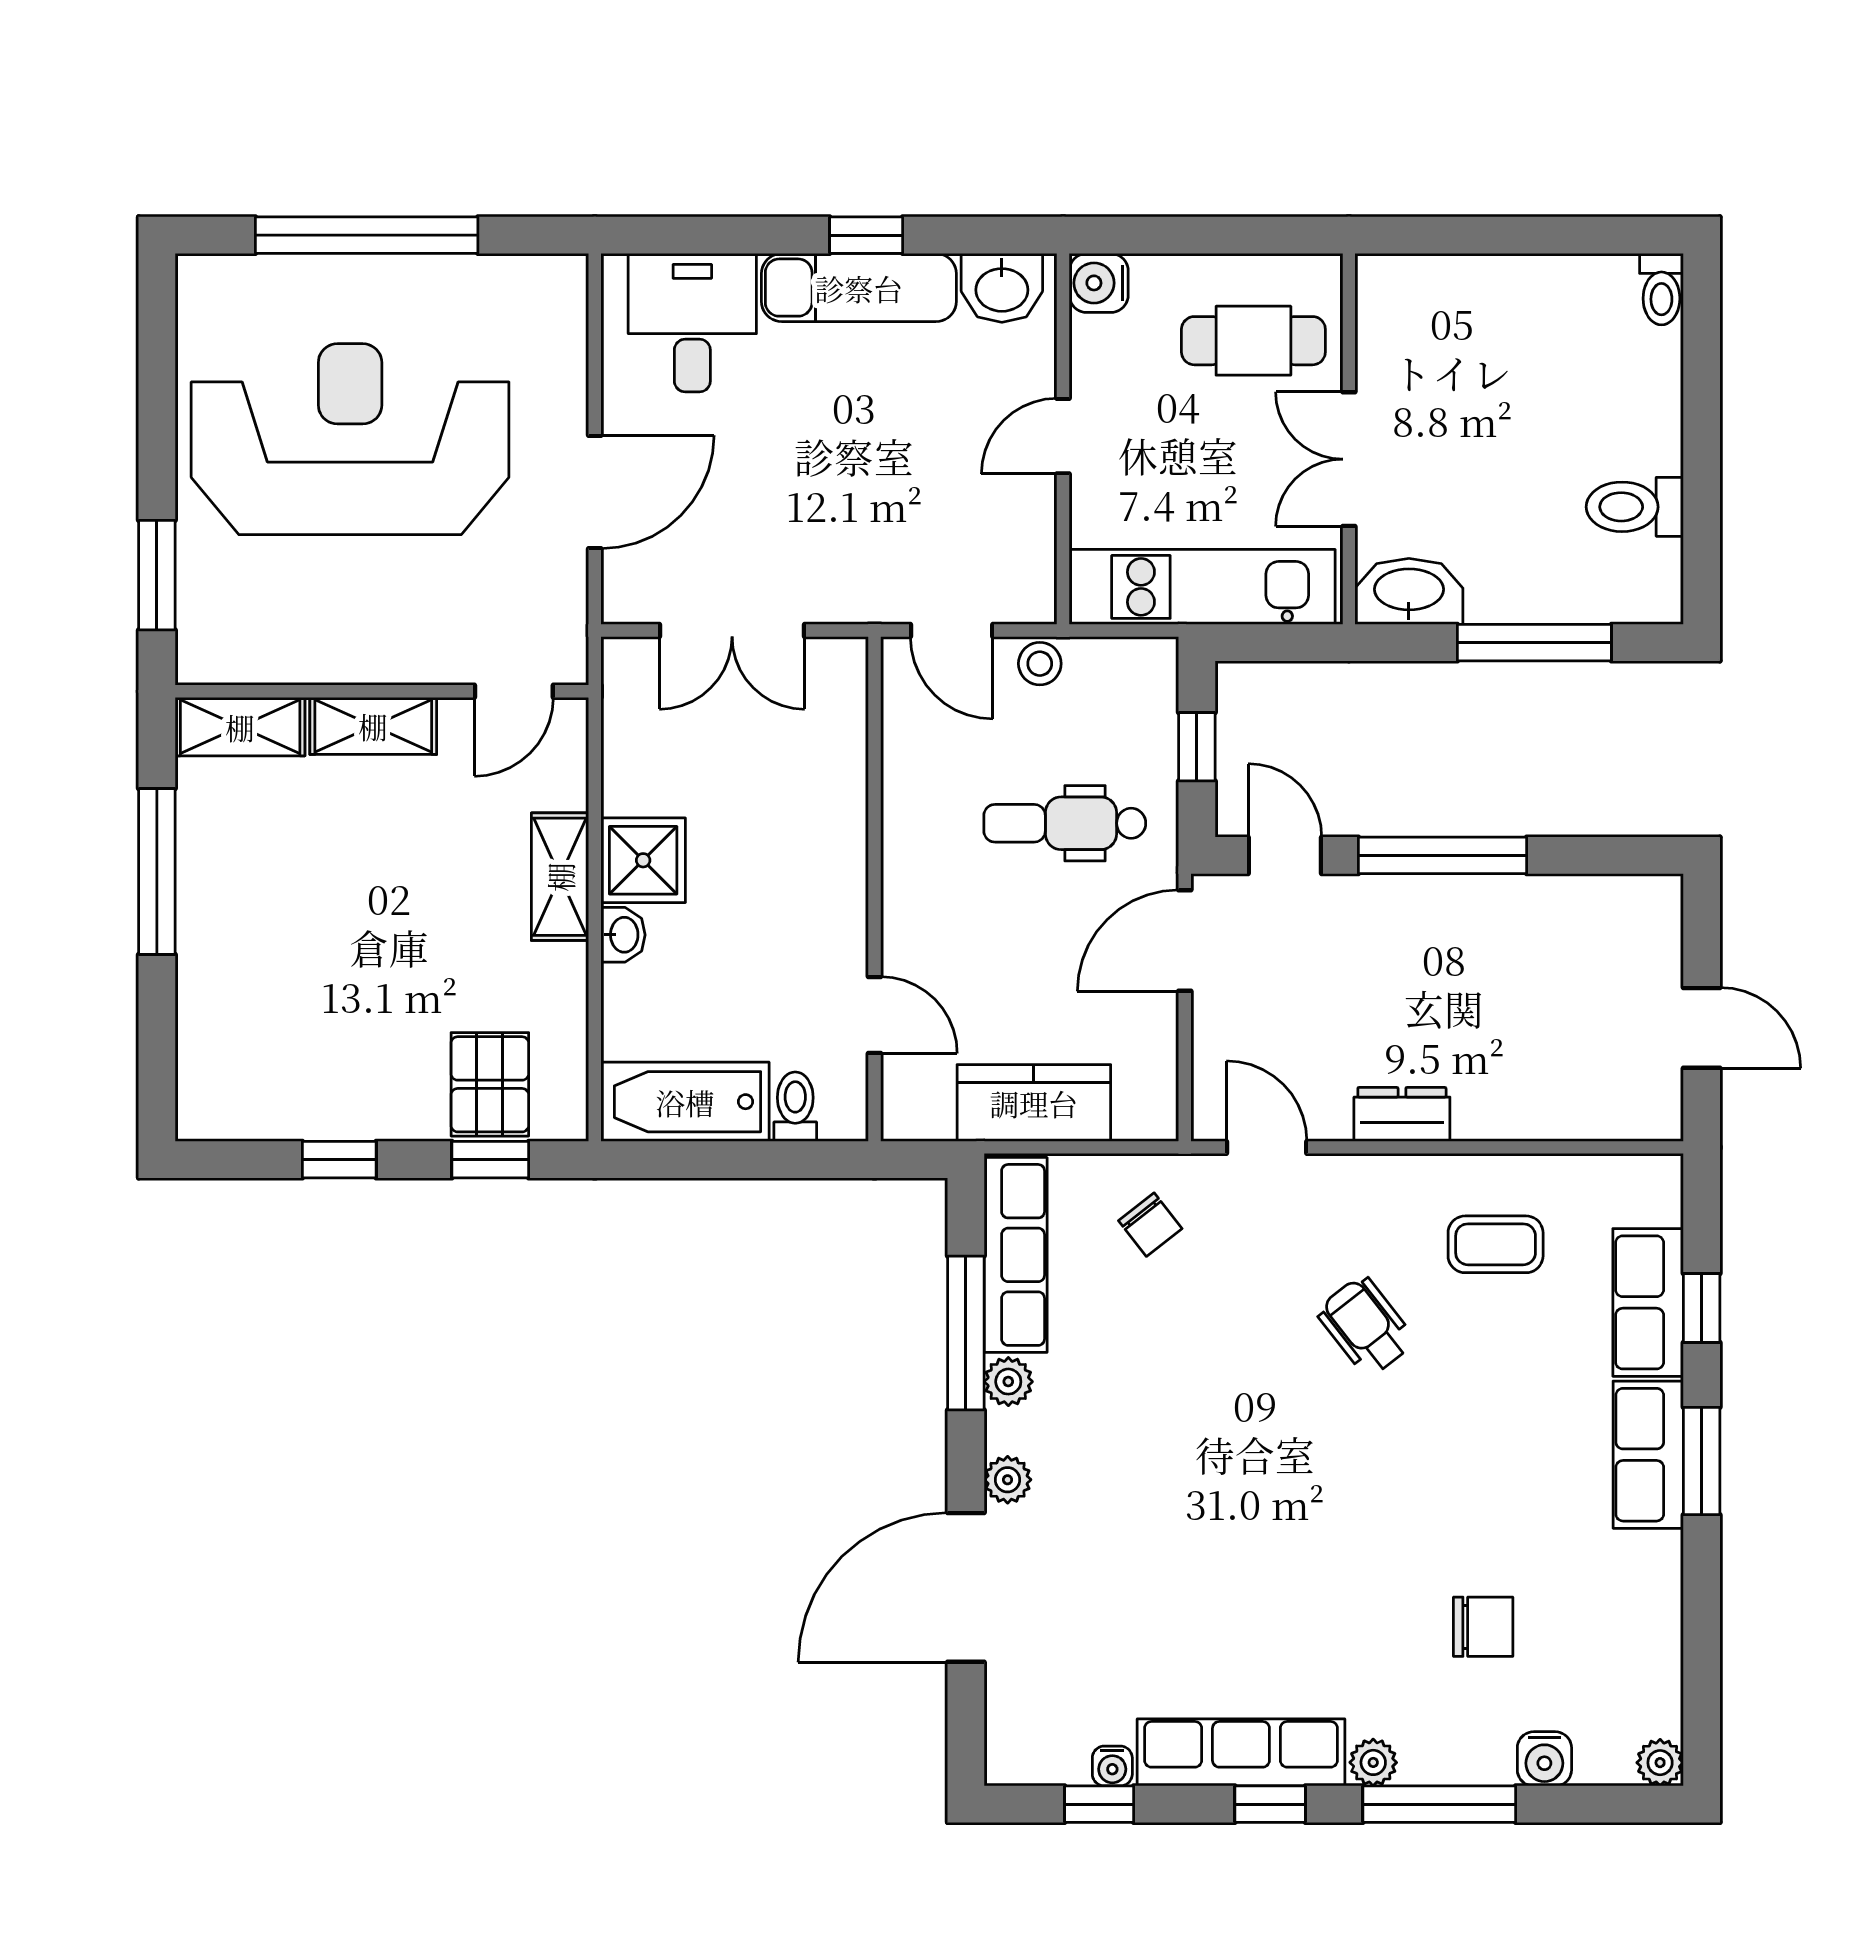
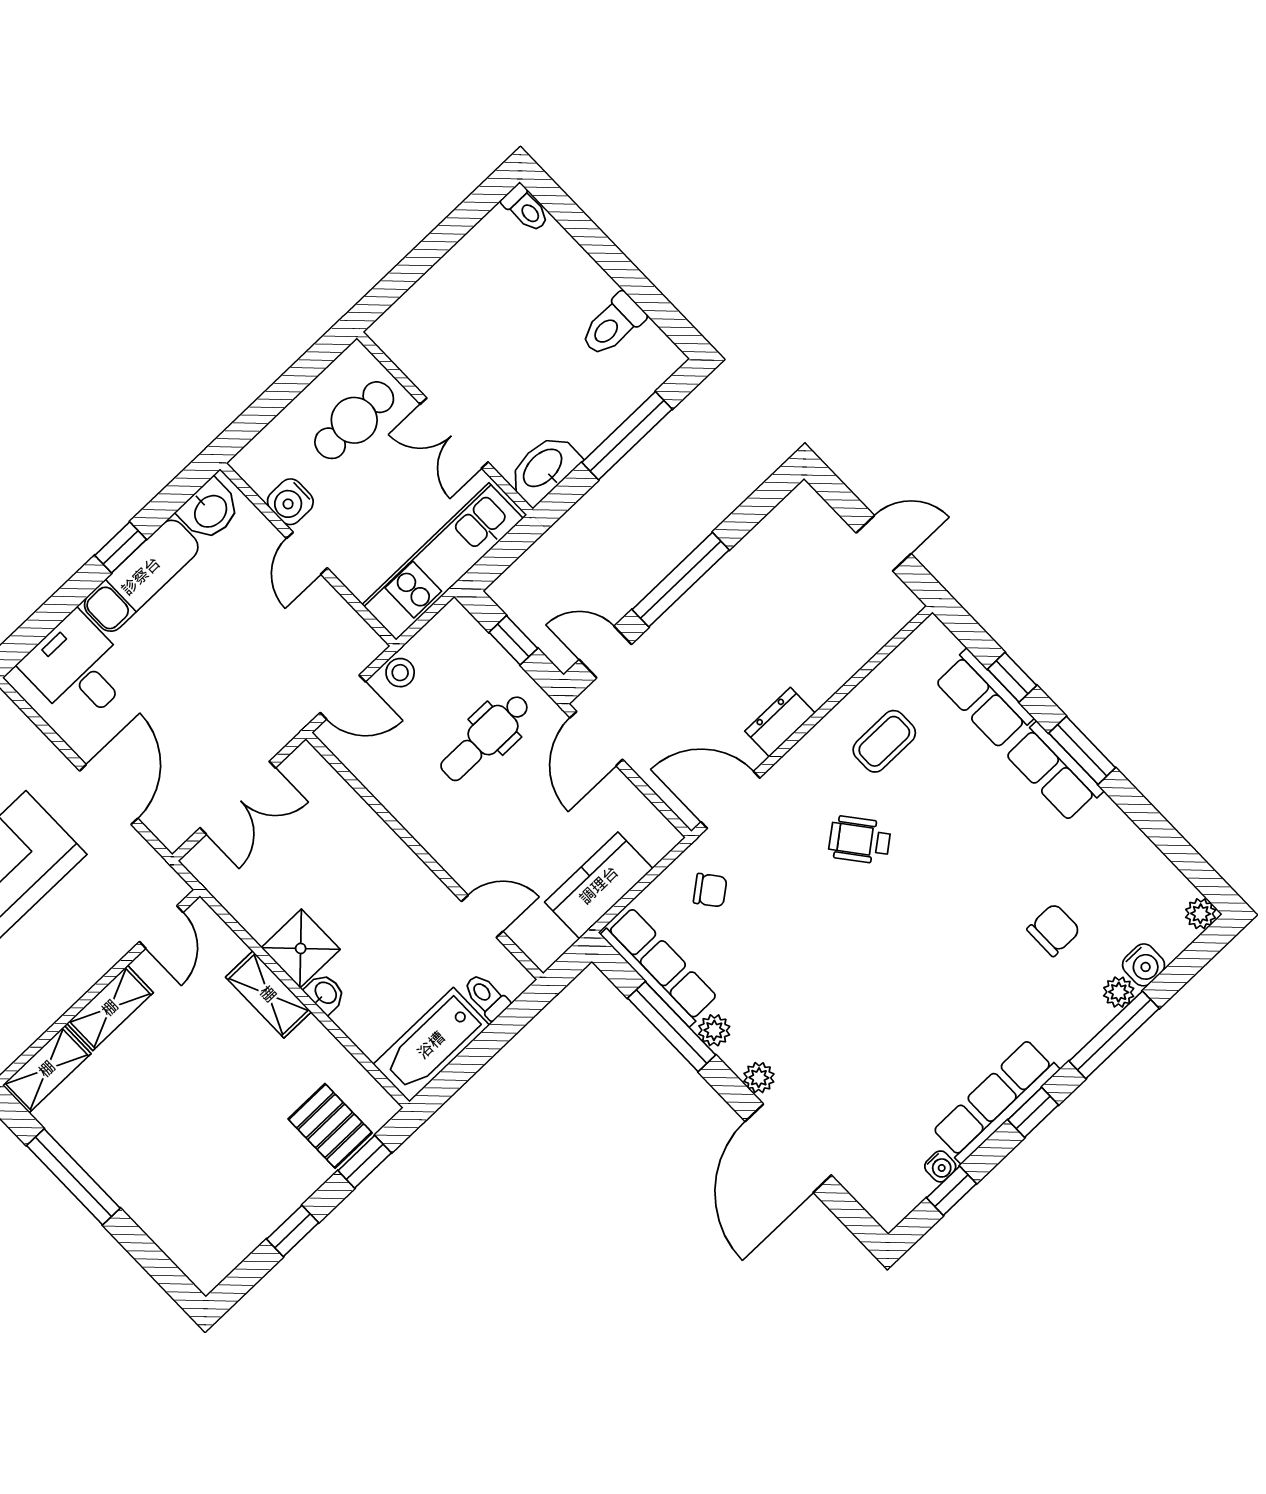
water cooler: (1099, 283) -> (290, 502), moved
door: (1267, 1147) -> (730, 800), width x1.38
plant: (1373, 1762) -> (1119, 992), moved

